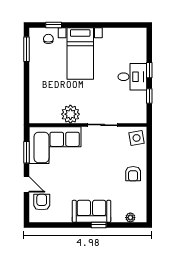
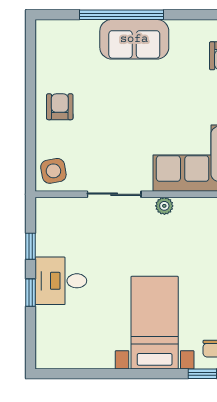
plant: (70, 114) -> (164, 206), width x0.53, depth x0.53
plant: (130, 218) -> (65, 28), removed
window: (99, 225) -> (122, 15), width x3.17

